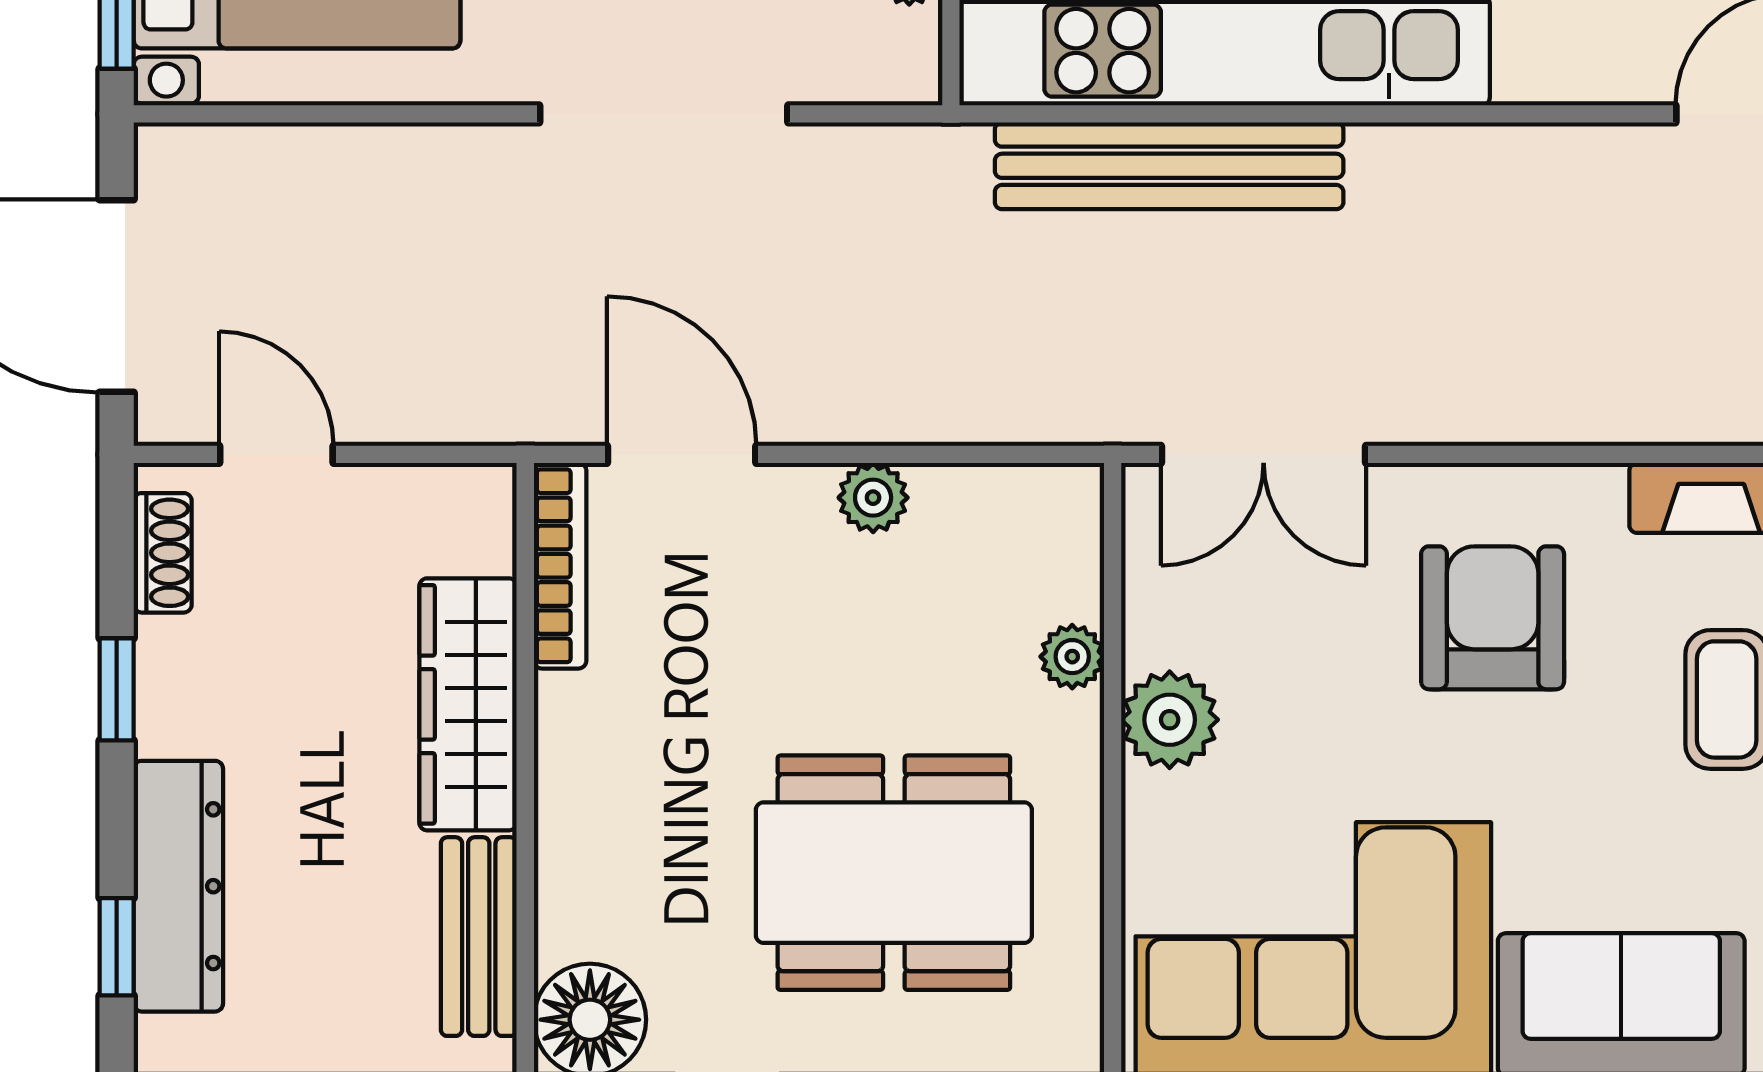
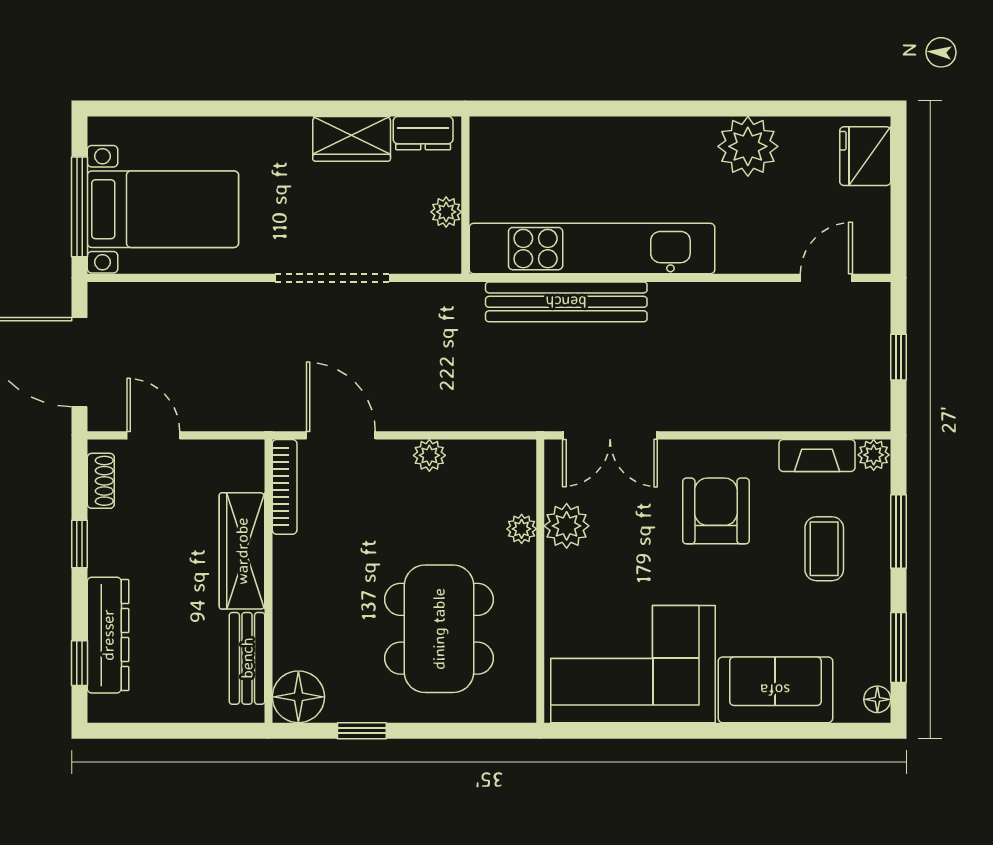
plant: (1170, 720) -> (567, 526), moved
dining table: (894, 873) -> (439, 629), turned 90

